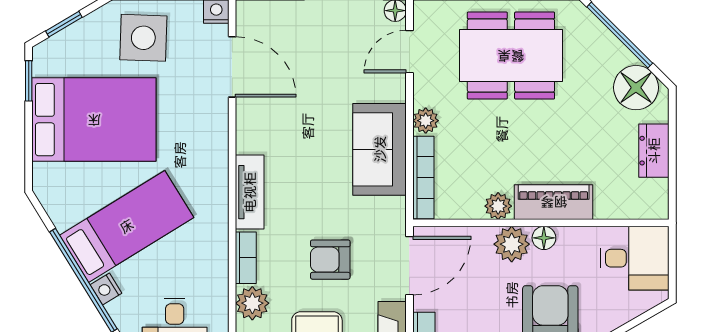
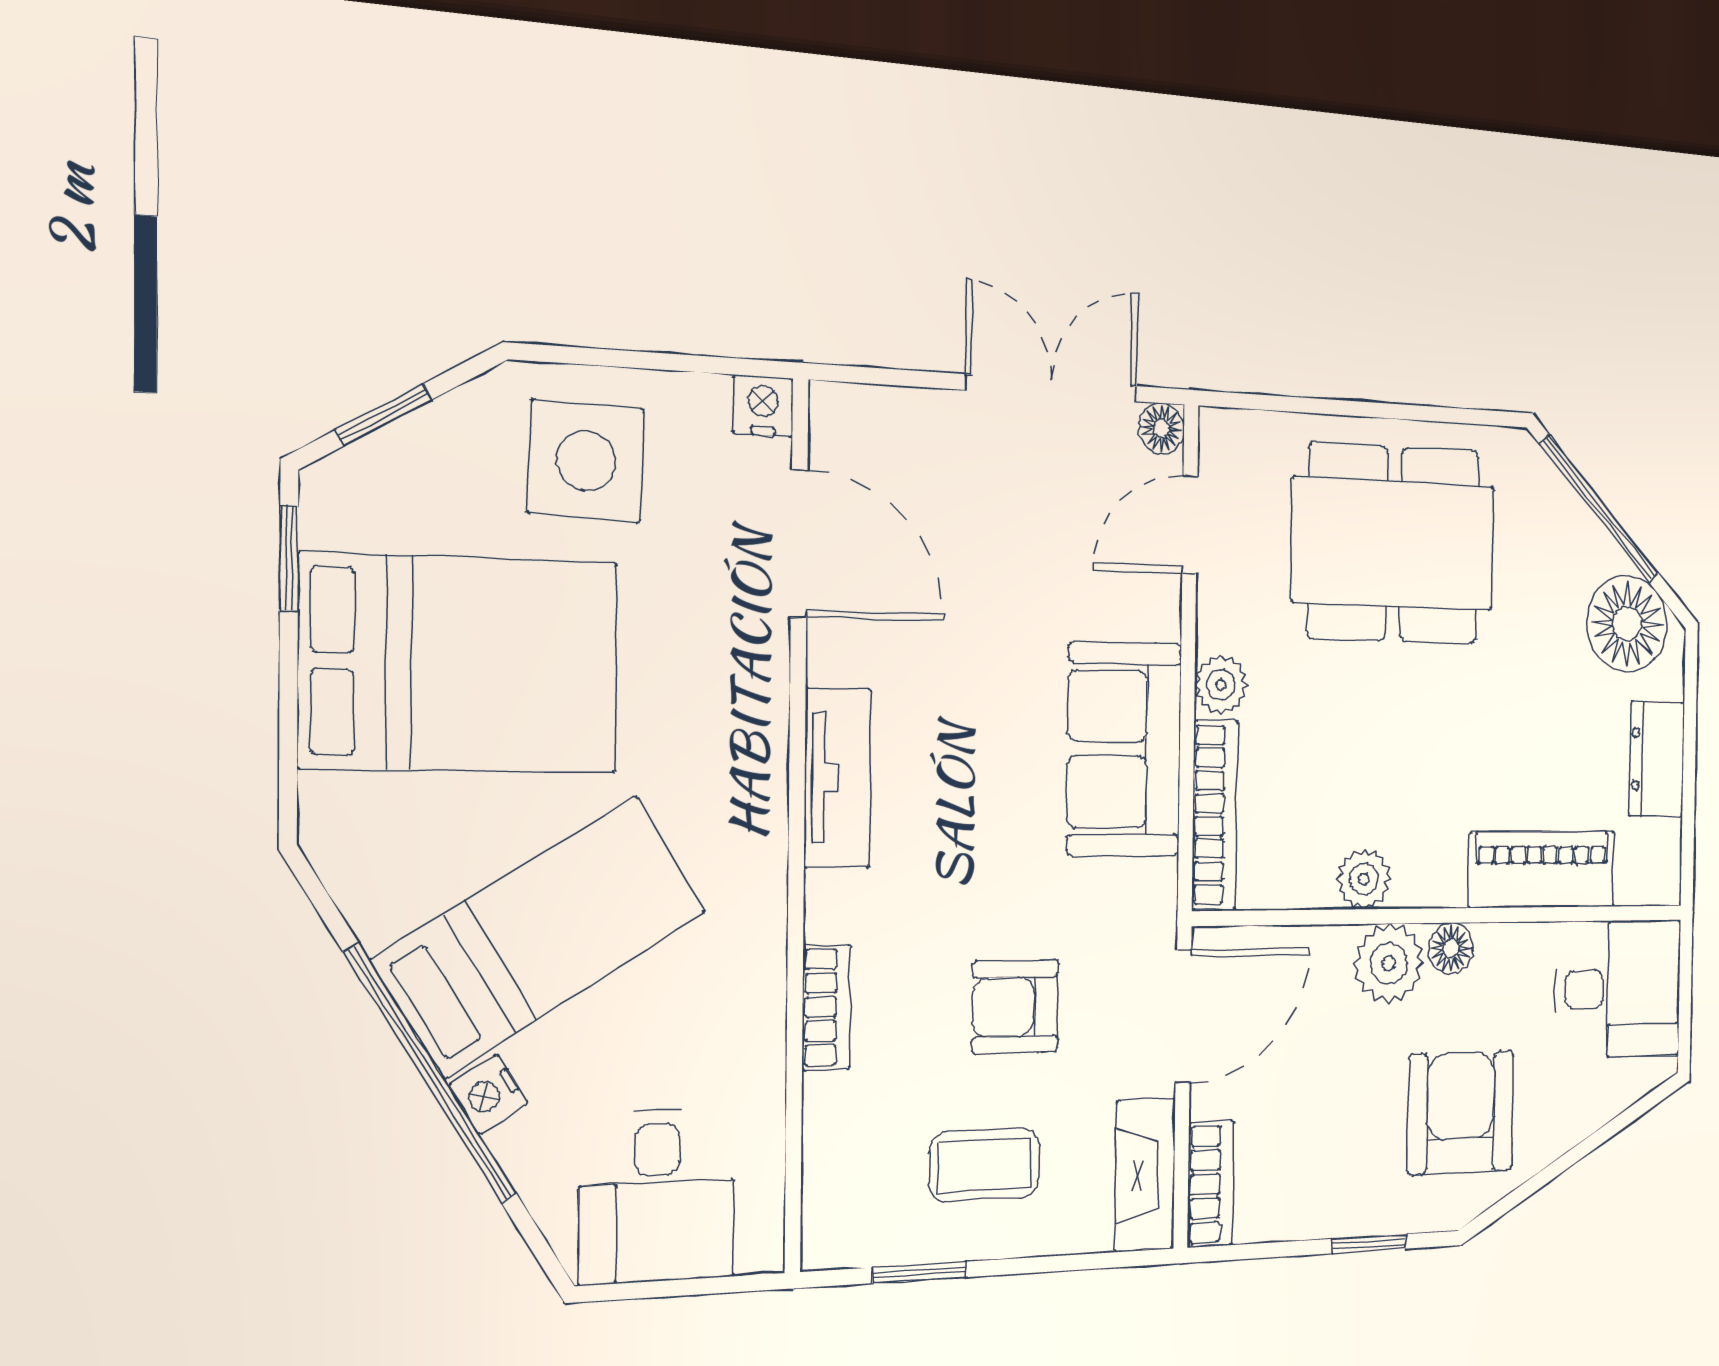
tv unit: (250, 192) -> (837, 778), moved
piano: (554, 202) -> (1542, 869), moved
plant: (252, 303) -> (840, 1116), removed

